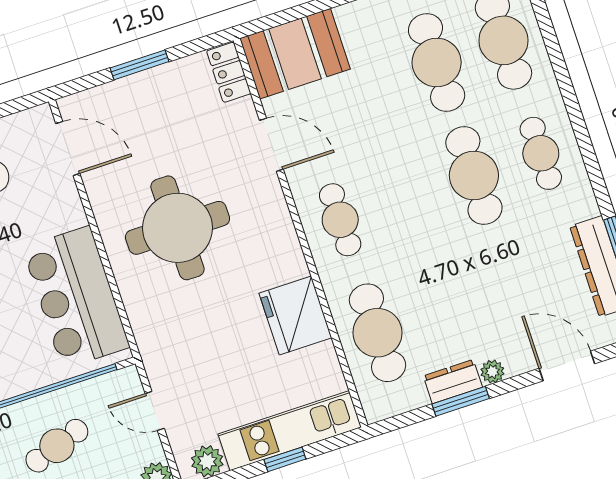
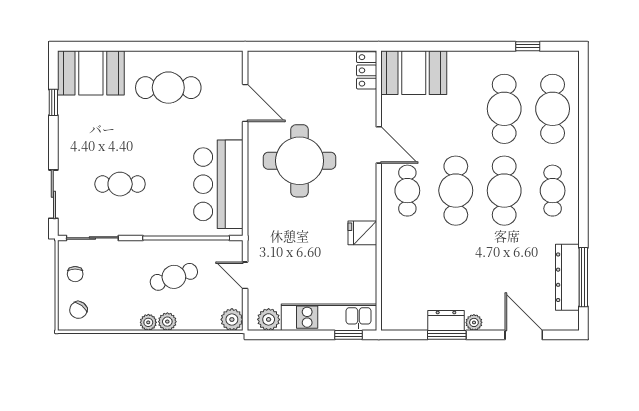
window: (139, 65) -> (310, 46), removed
door: (271, 145) -> (379, 145), moved
door: (68, 149) -> (245, 103), moved
fridge: (295, 316) -> (362, 233), width x0.53, depth x0.75
cafe table: (377, 333) -> (456, 191), moved
window: (285, 459) -> (349, 335), moved

